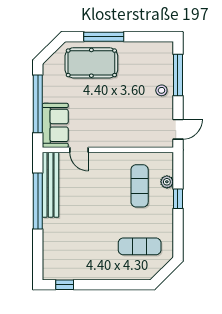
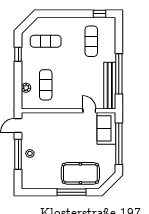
window: (178, 75) -> (18, 154), moved
window: (178, 199) -> (18, 54), moved
exercise mat: (76, 246) -> (91, 41), added

